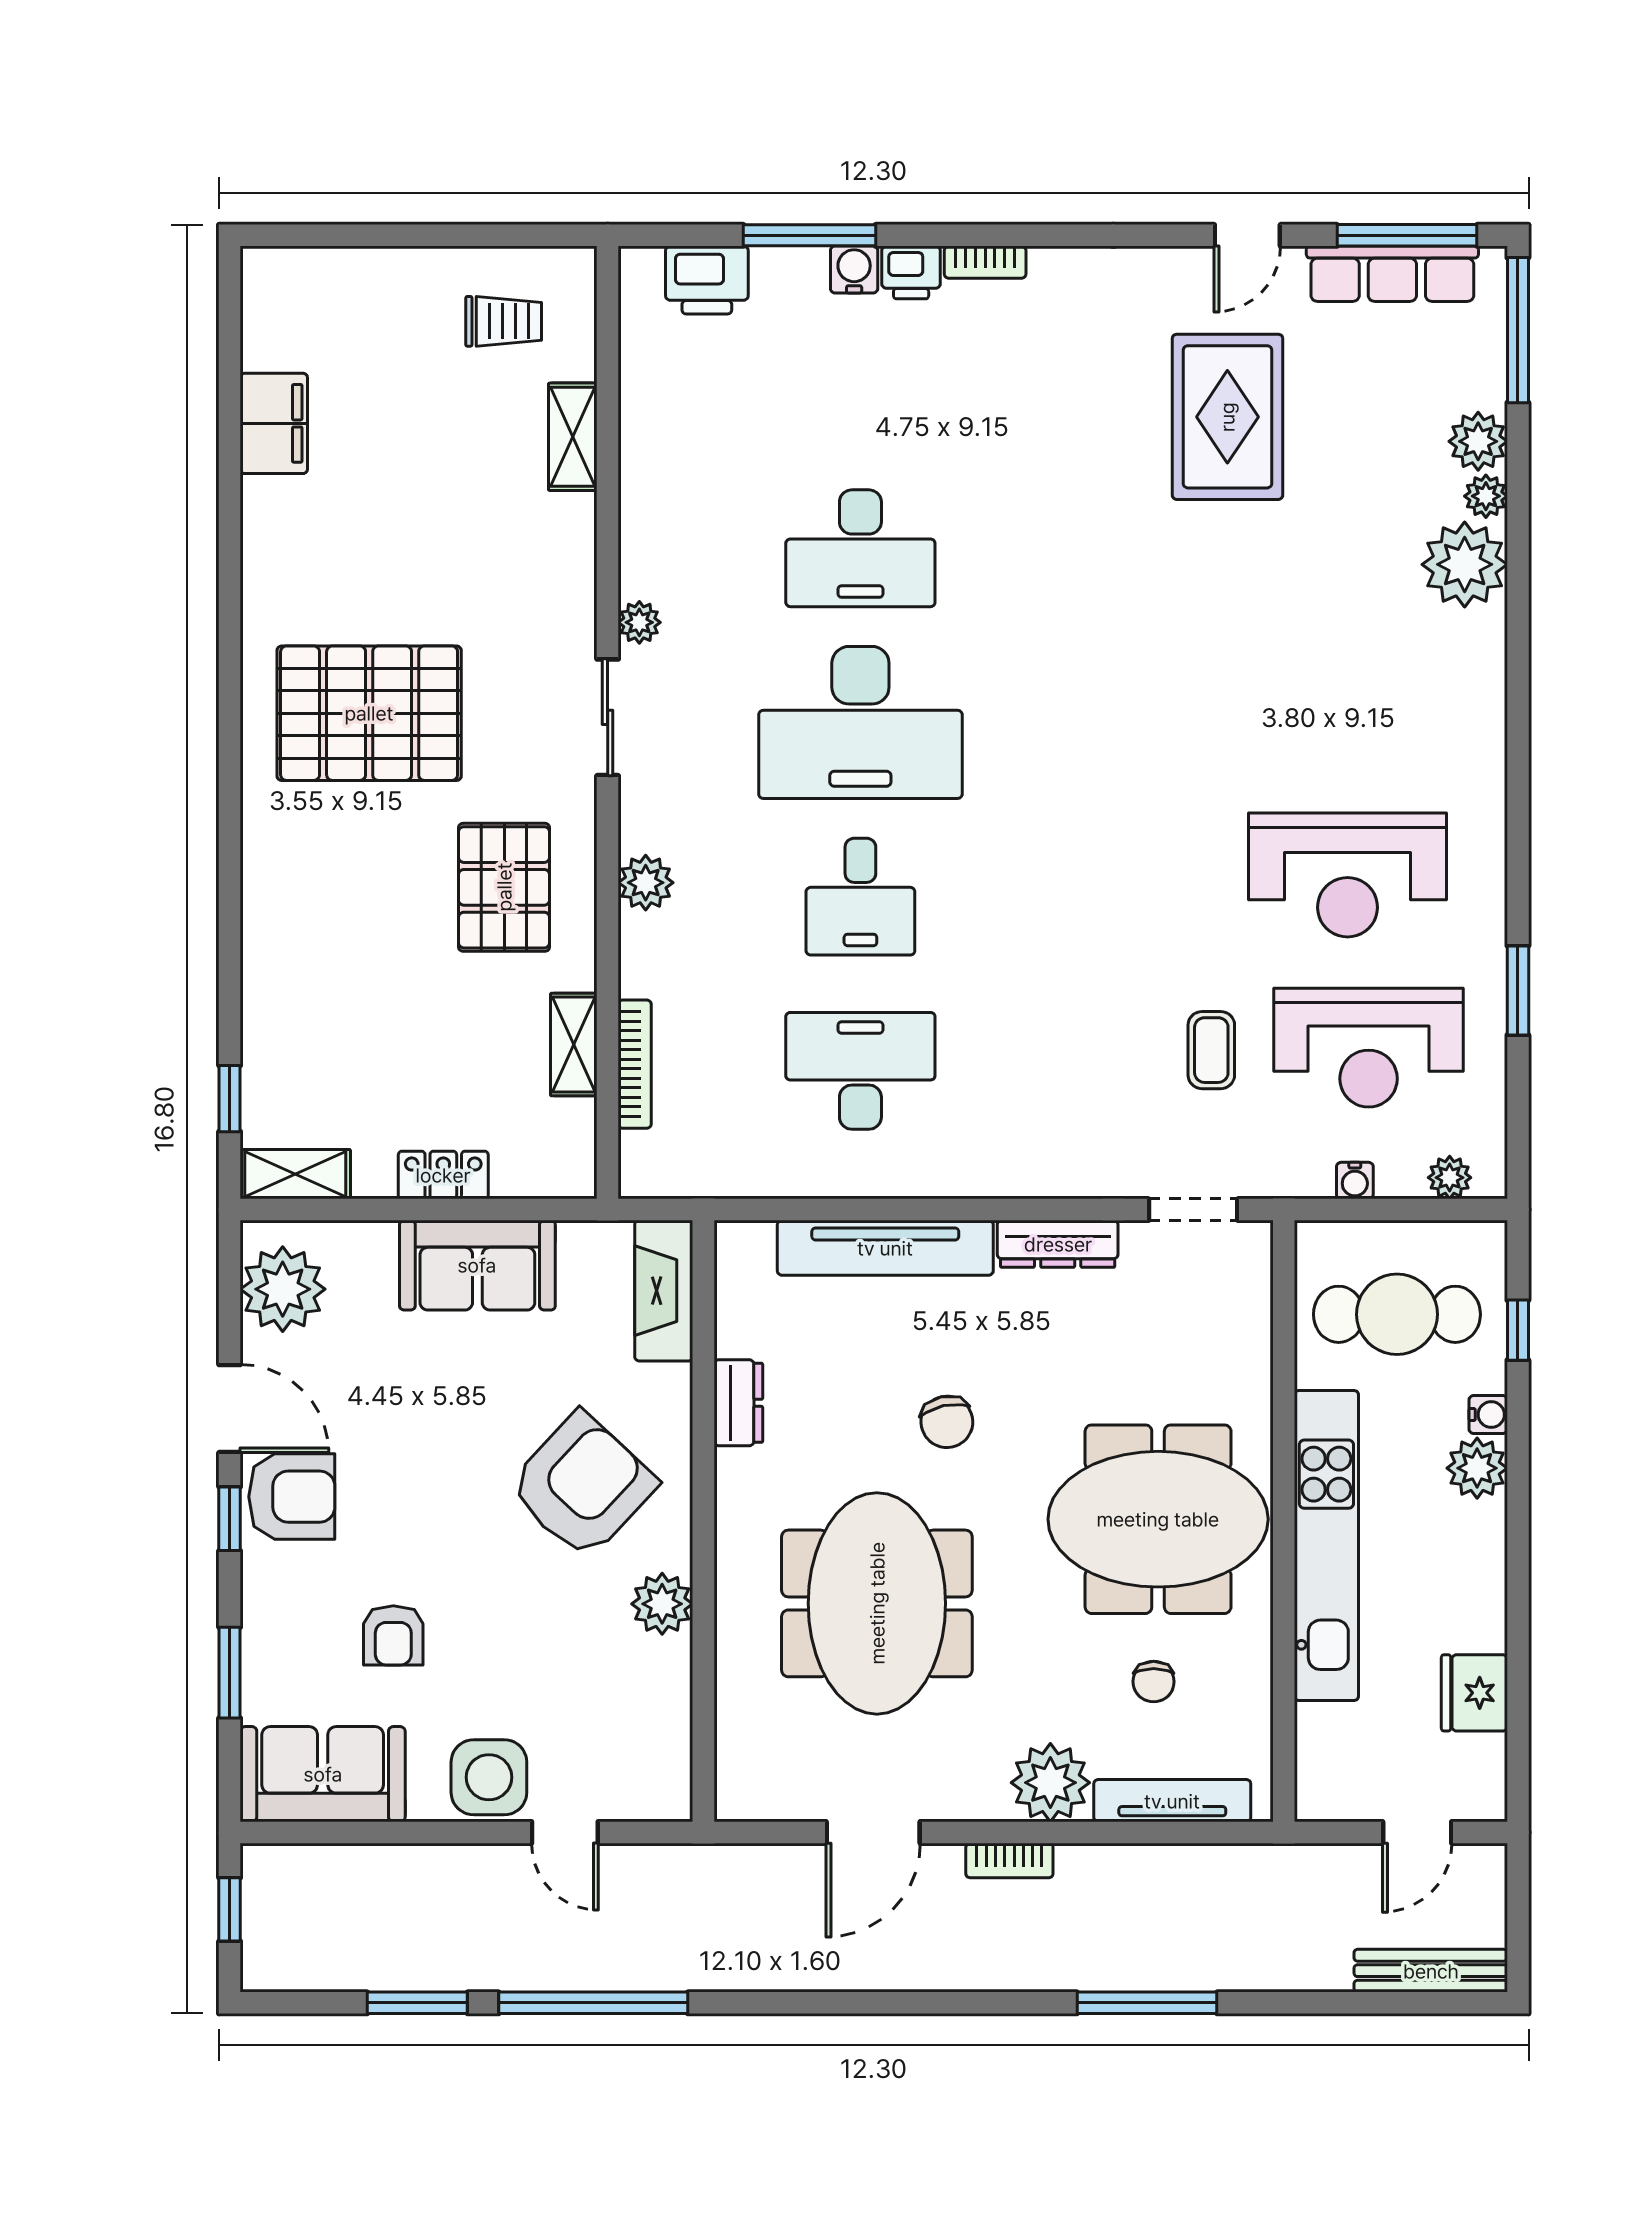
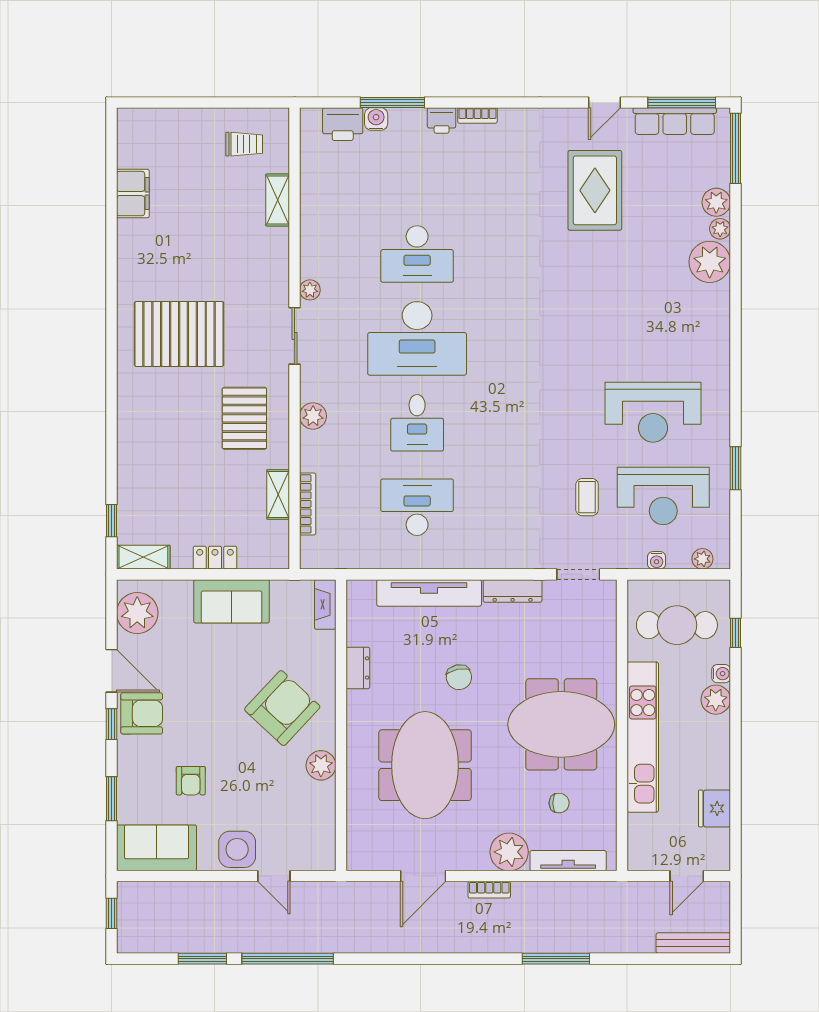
water cooler: (854, 270) -> (376, 119), moved
fireplace: (664, 1291) -> (325, 604), width x0.73, depth x0.76
chair: (1154, 1682) -> (559, 803), turned -90

